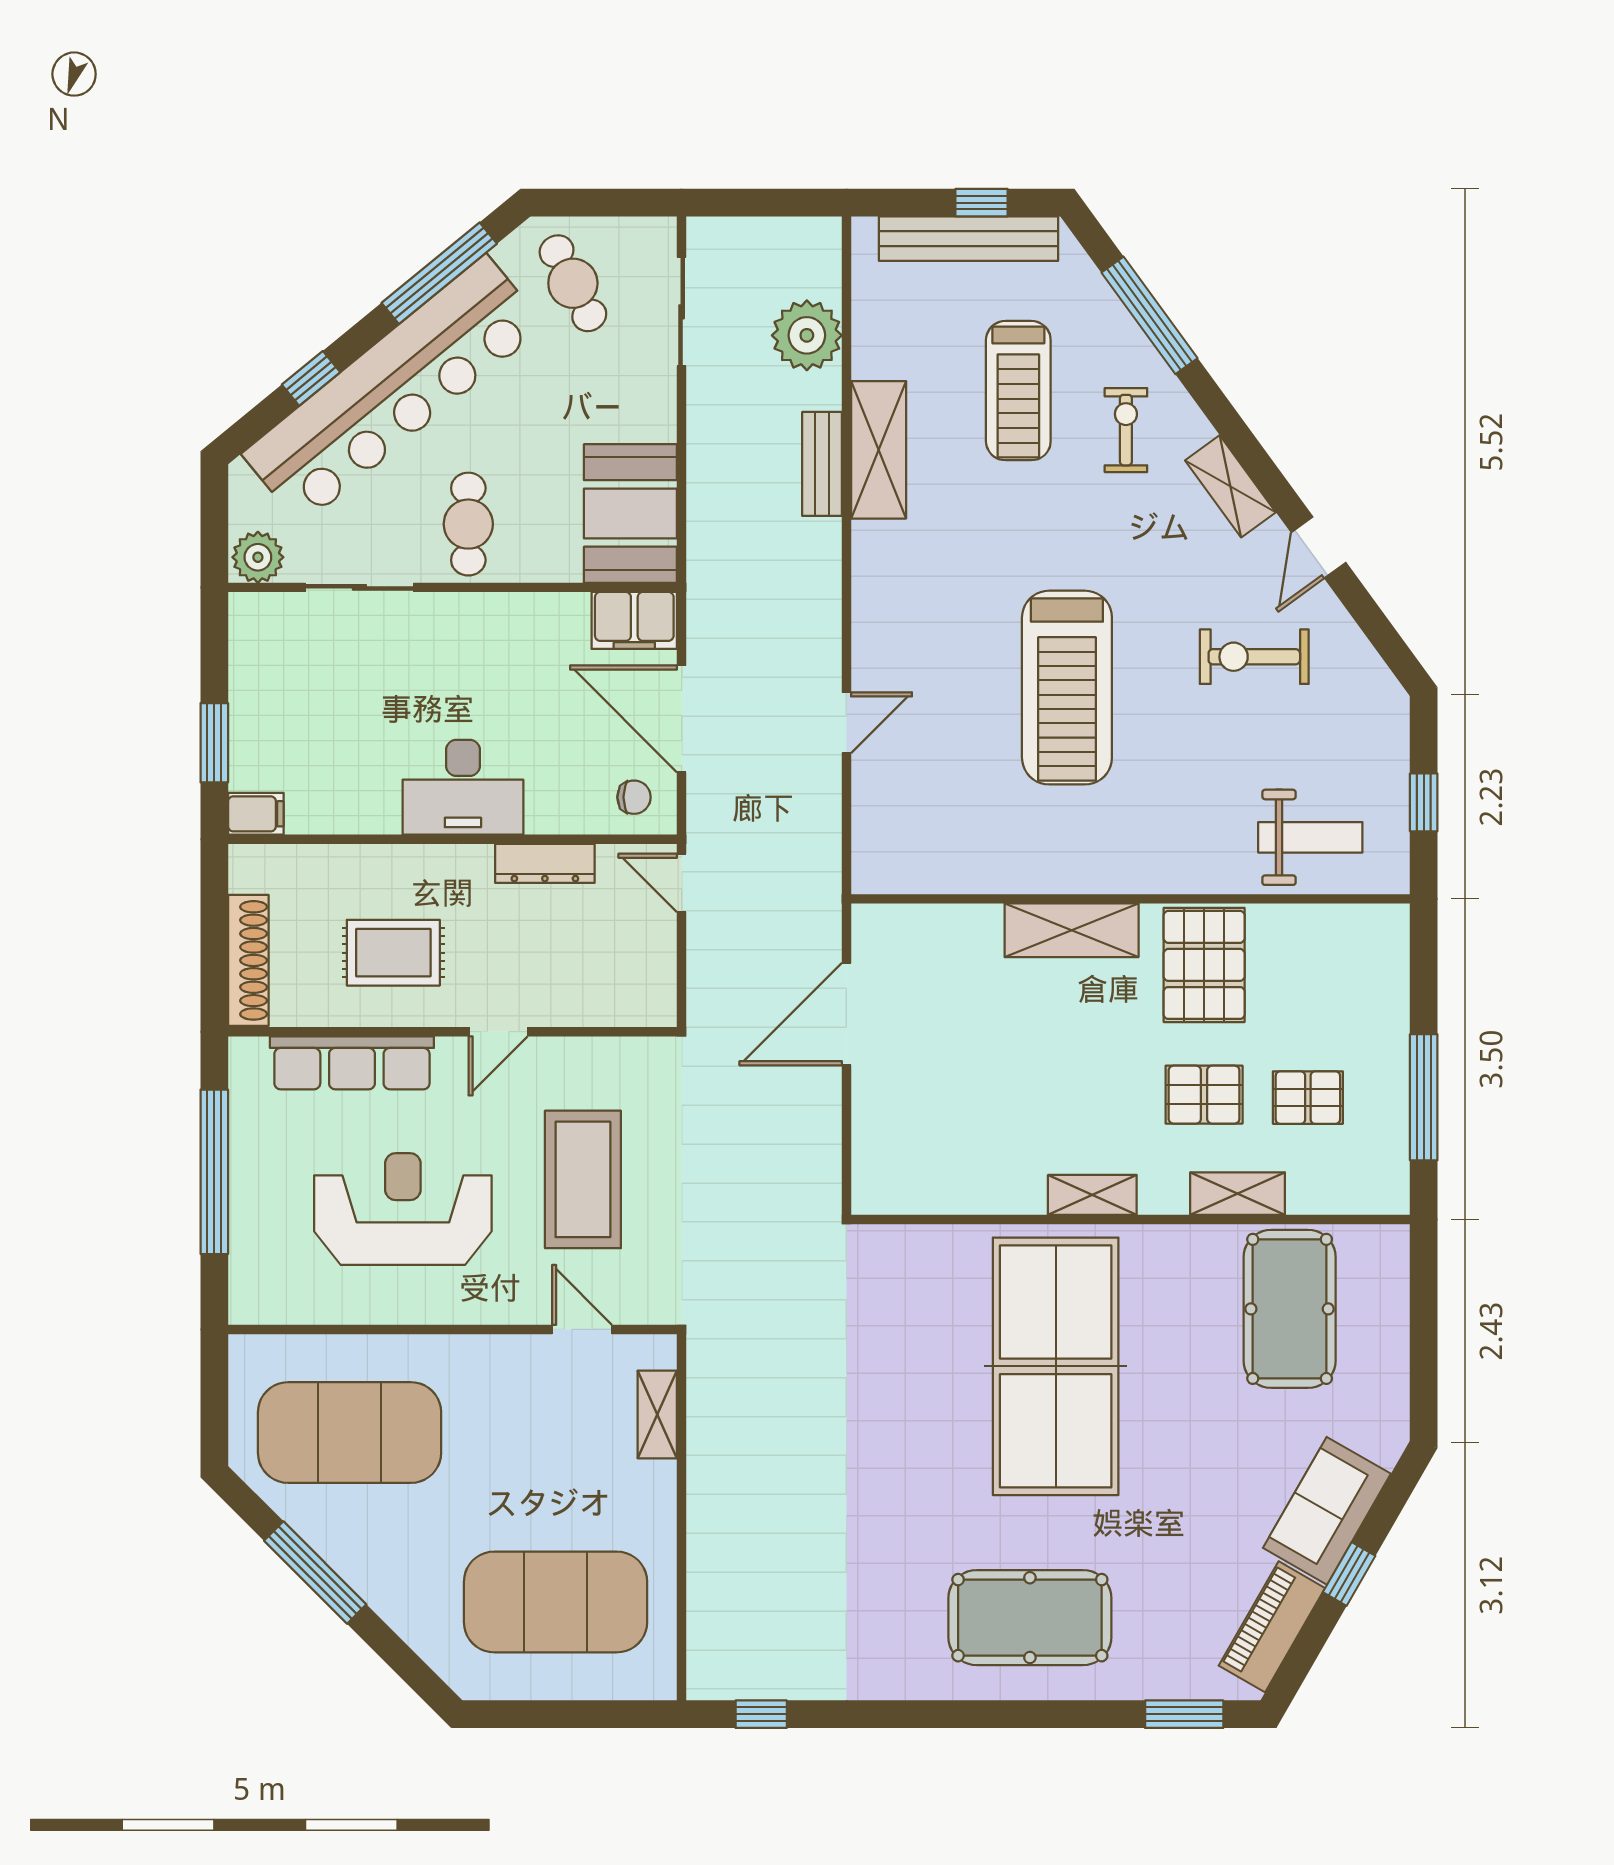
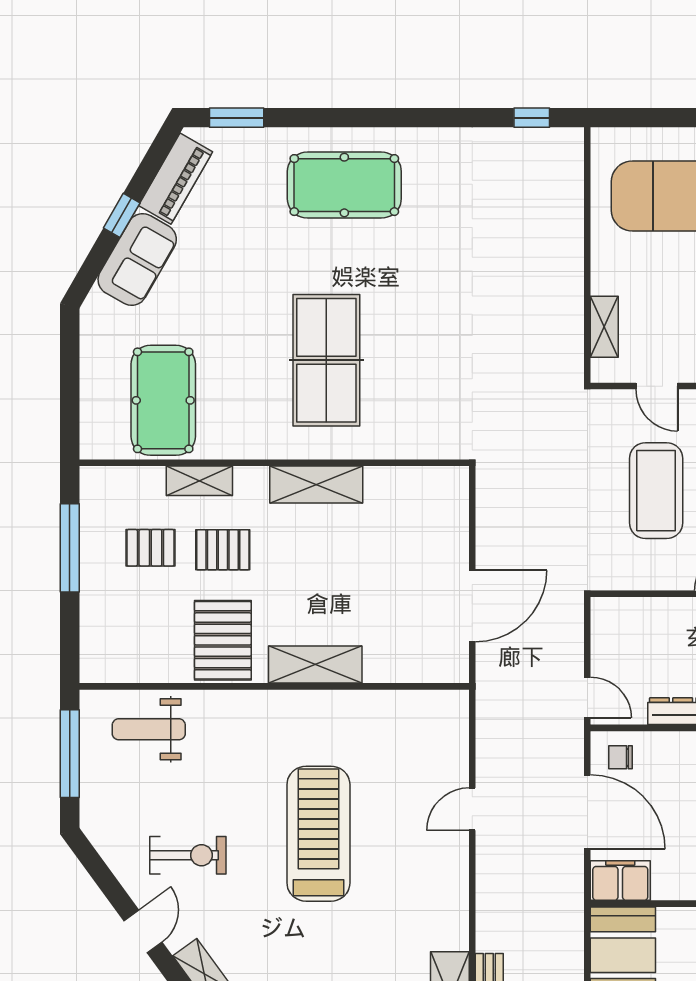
window: (1424, 802) -> (70, 754), width x2.17
shelving: (1092, 1195) -> (316, 485), width x1.50, depth x1.33
table tennis table: (1056, 1366) -> (326, 360), width x0.73, depth x0.76

